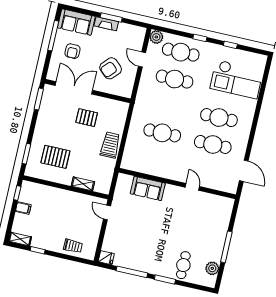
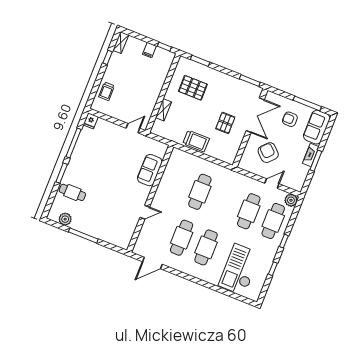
pallet: (55, 157) -> (193, 88), turned 90

